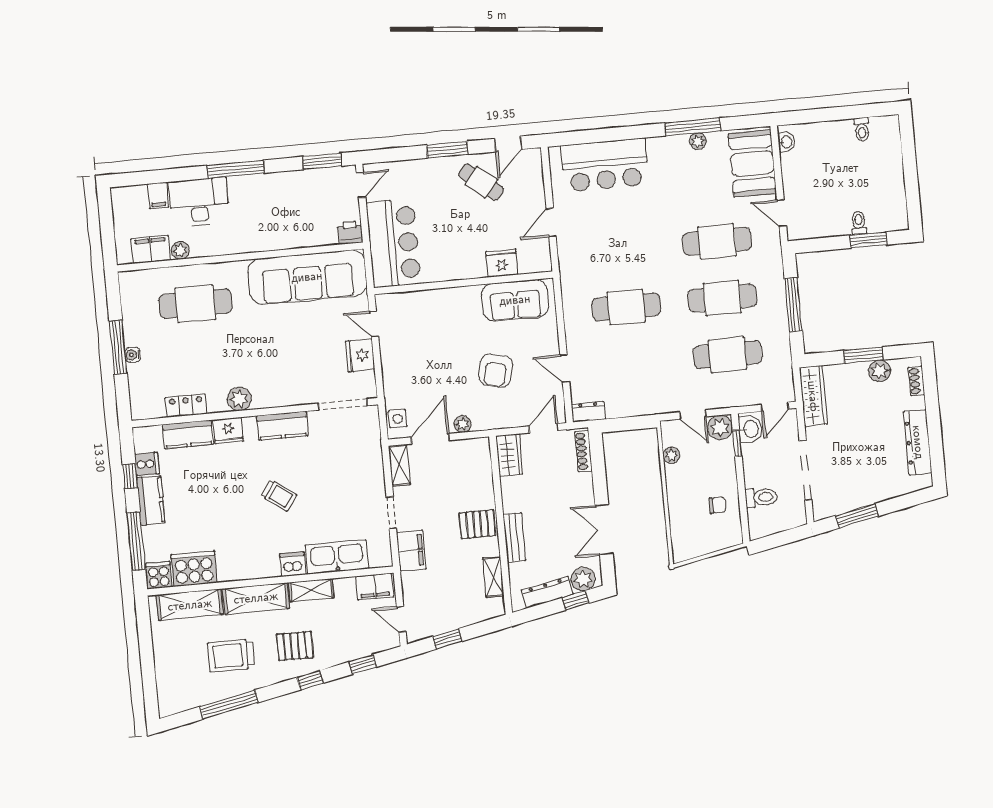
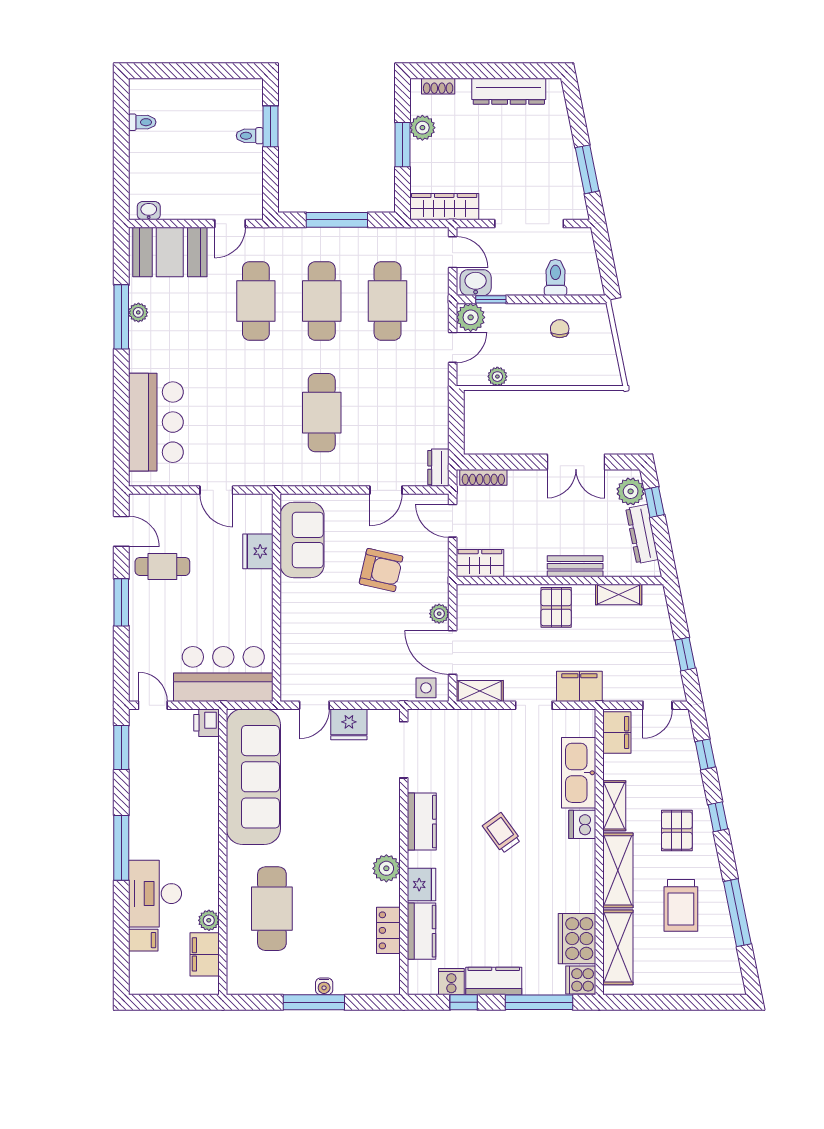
cafe table: (481, 182) -> (162, 566), turned 51
trolley: (279, 495) -> (502, 833), turned -72

